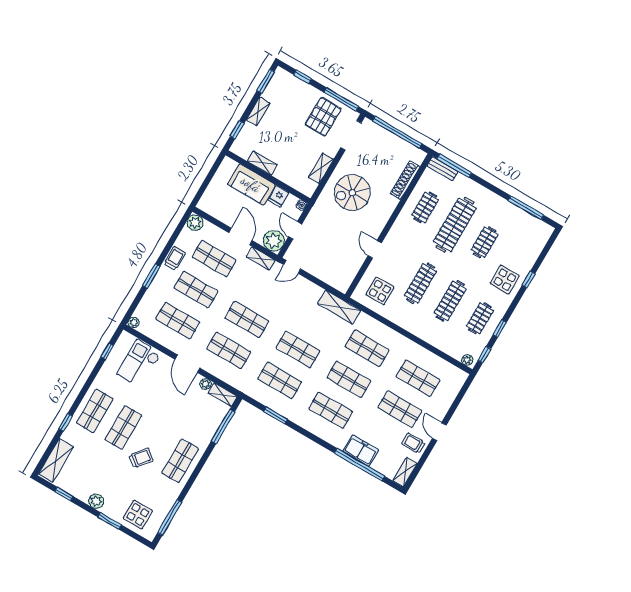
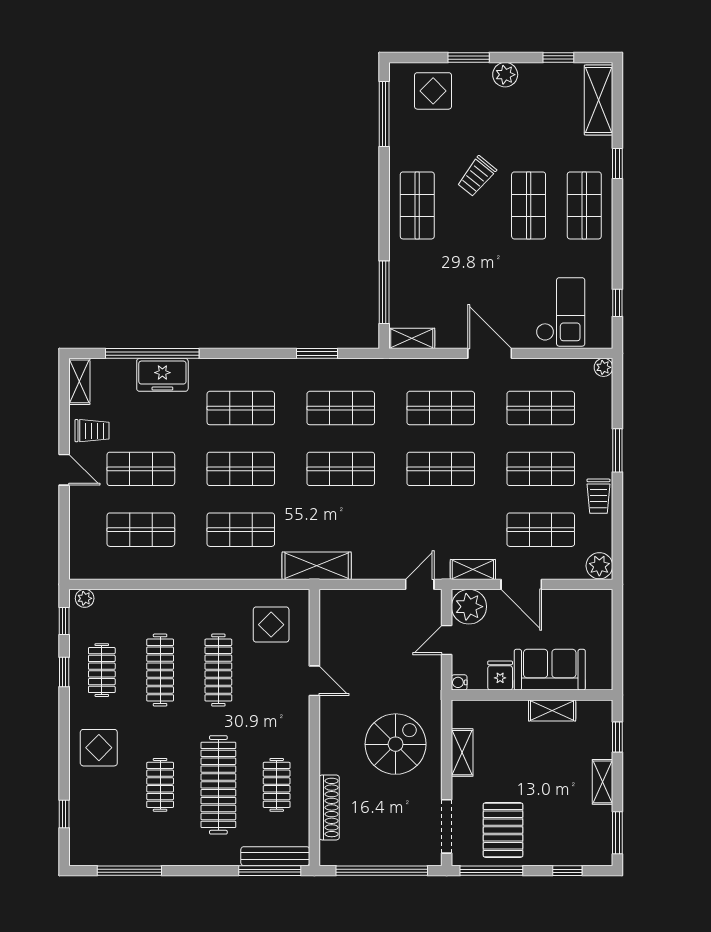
bench: (443, 169) -> (275, 856), width x1.36
door: (295, 230) -> (447, 640), swing flipped
window: (529, 279) -> (64, 814), moved
plant: (206, 384) -> (446, 339), removed

